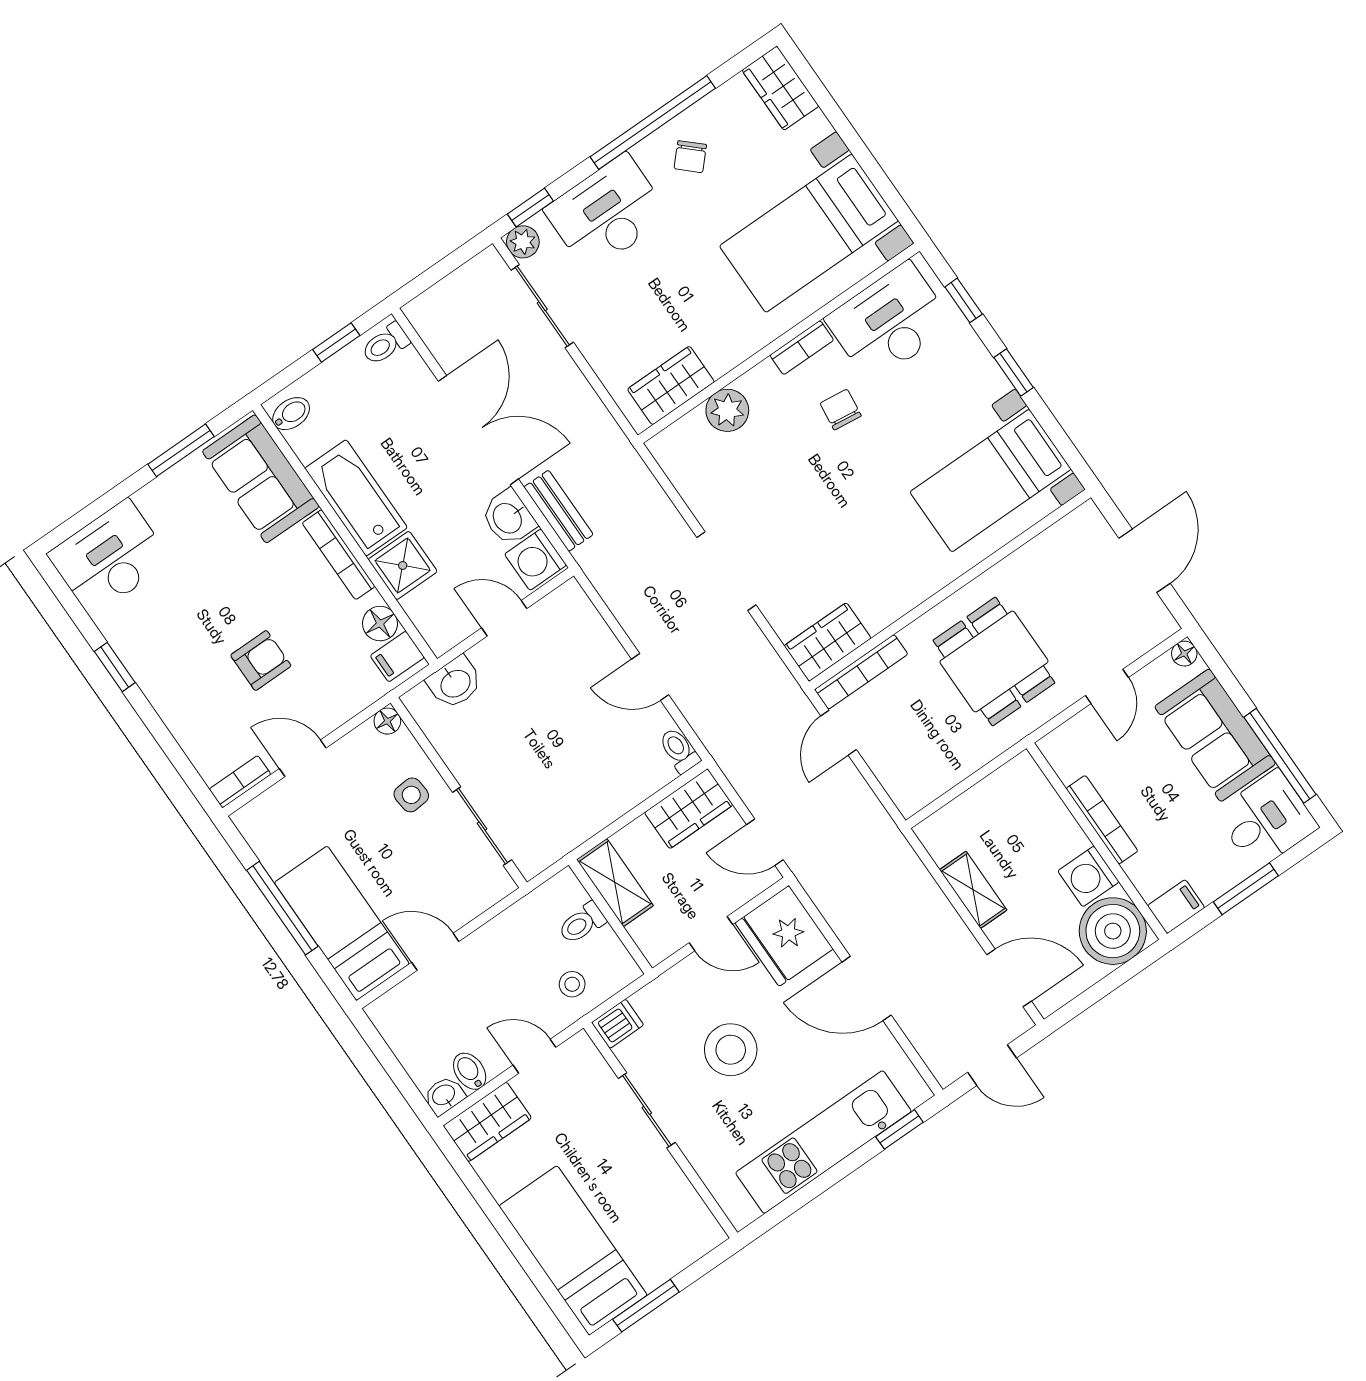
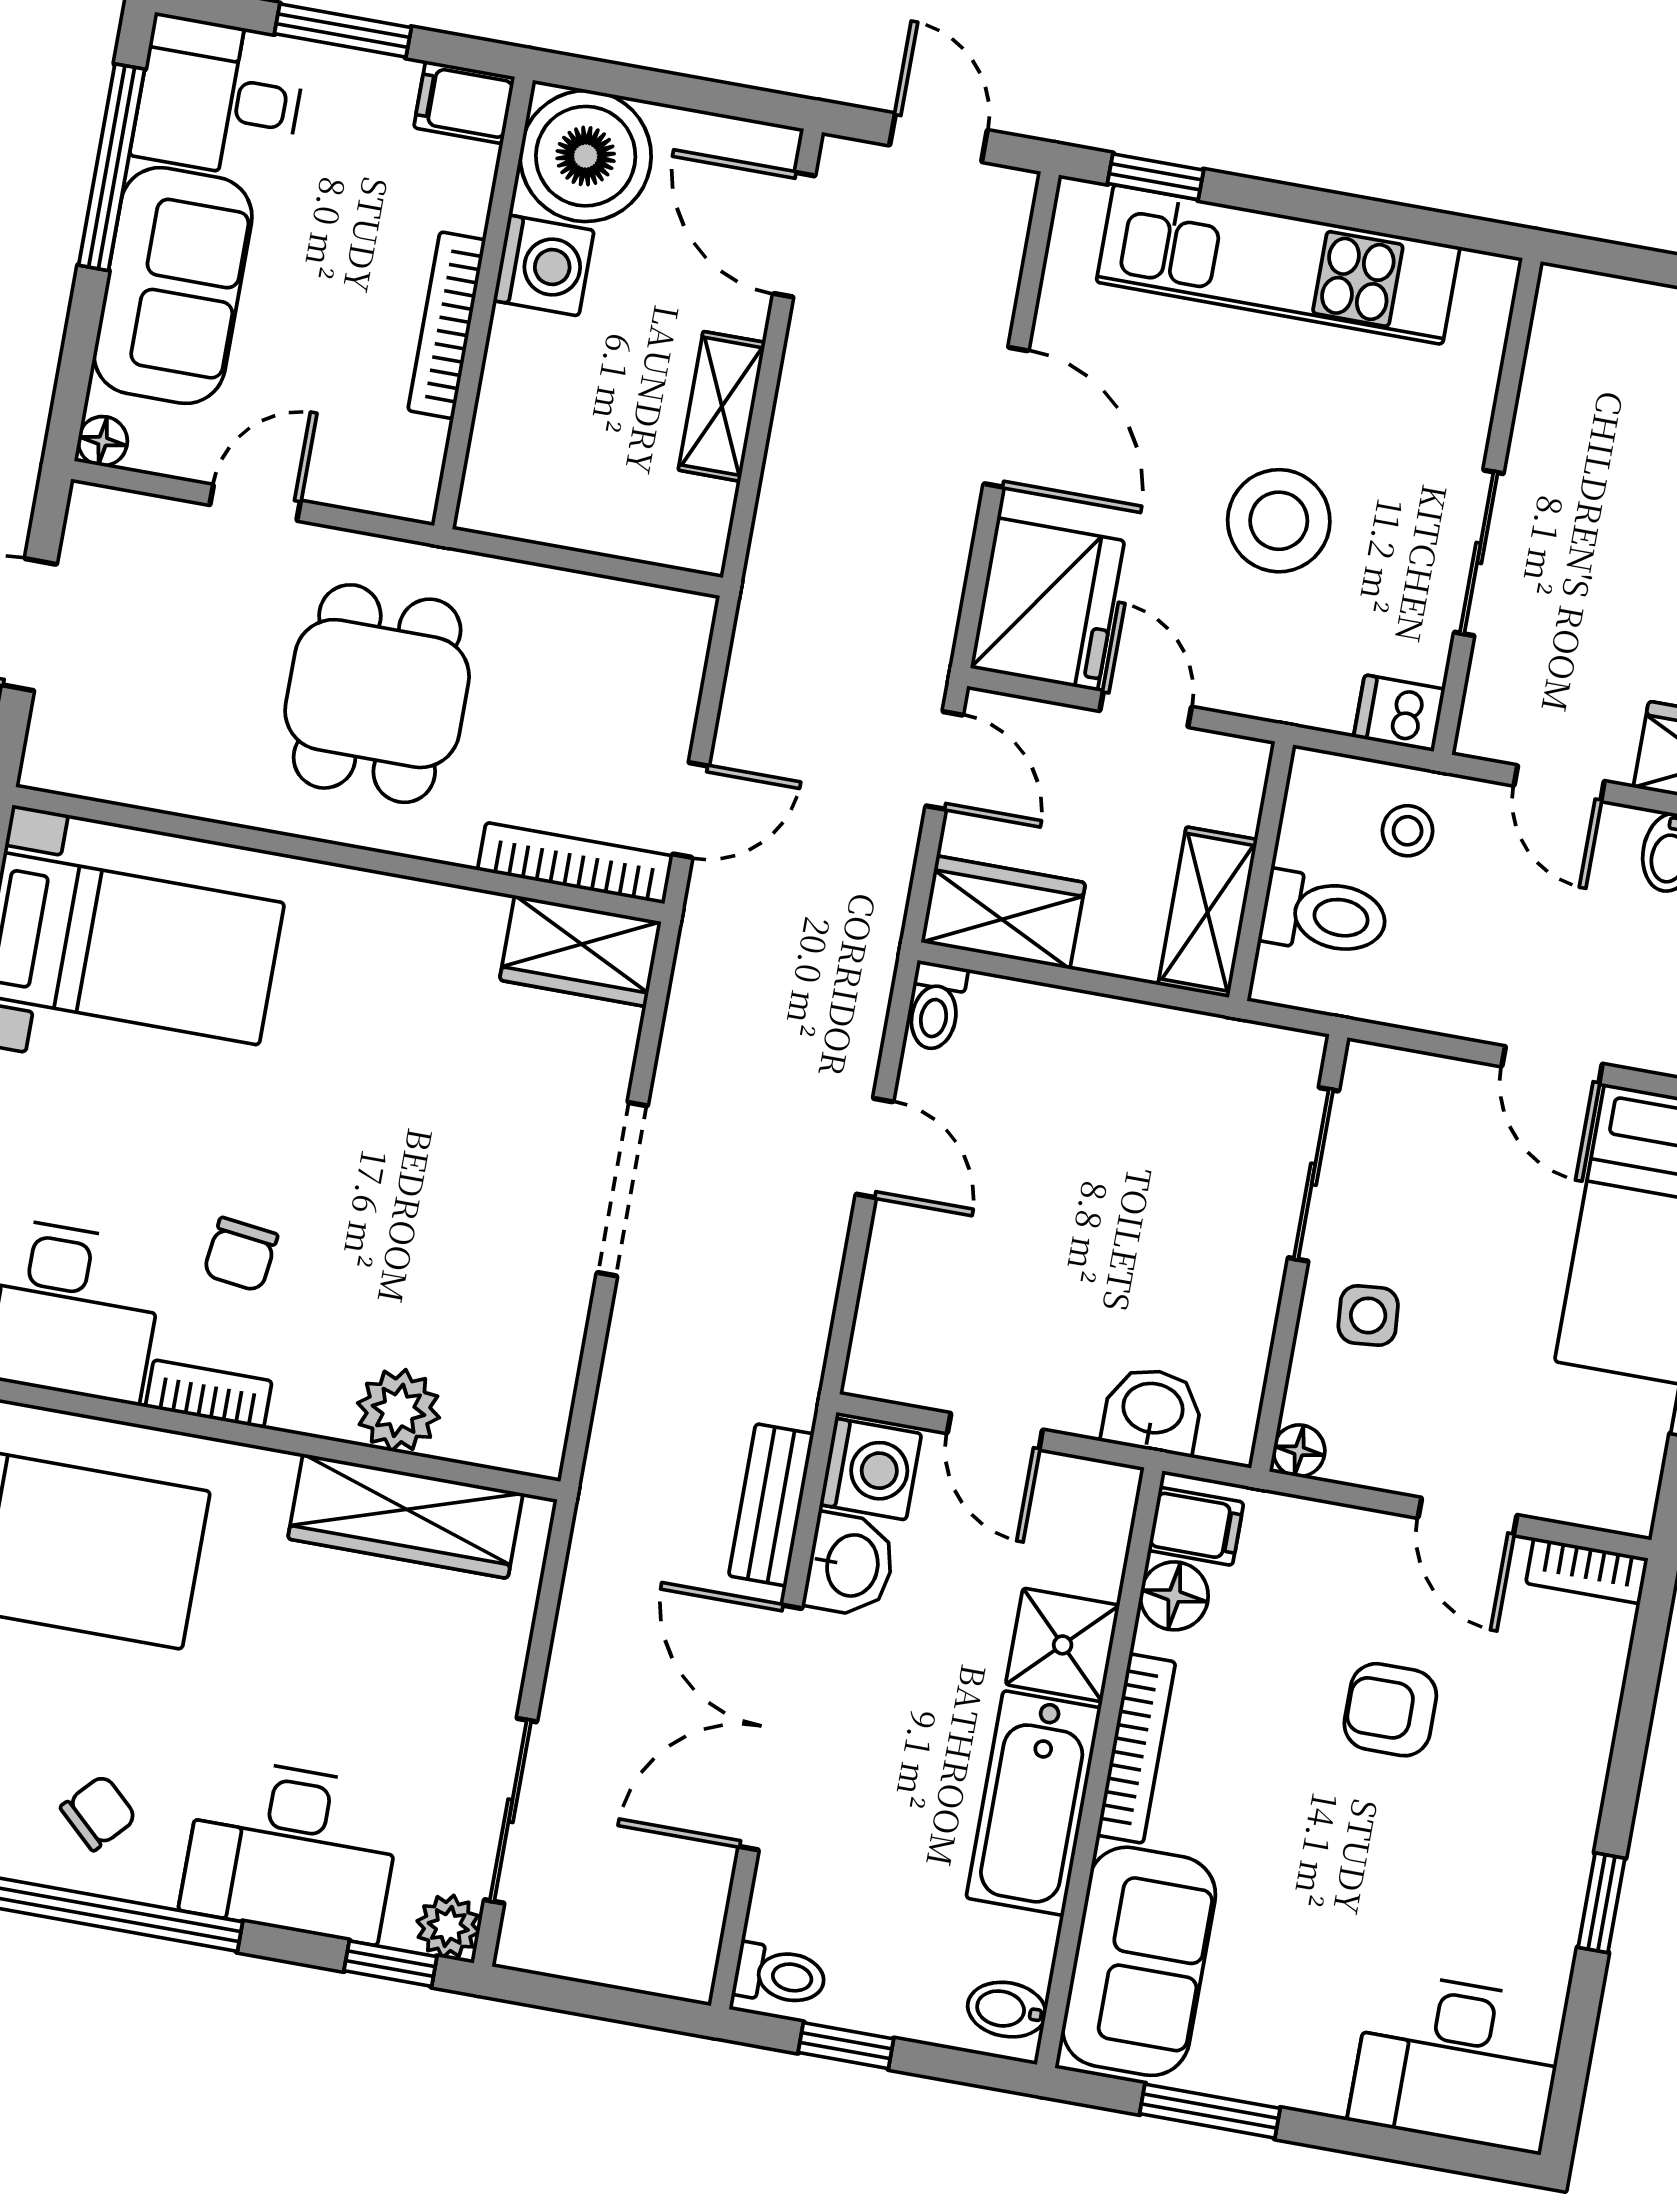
wardrobe: (671, 385) -> (405, 1516), width x1.50
toilet: (582, 923) -> (1324, 915), width x1.37, depth x1.39

